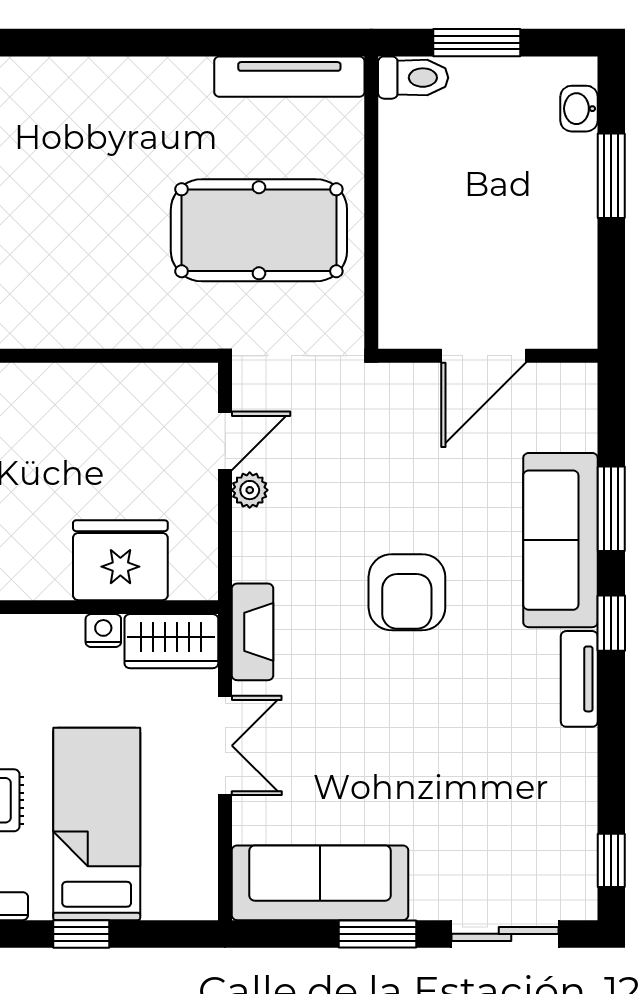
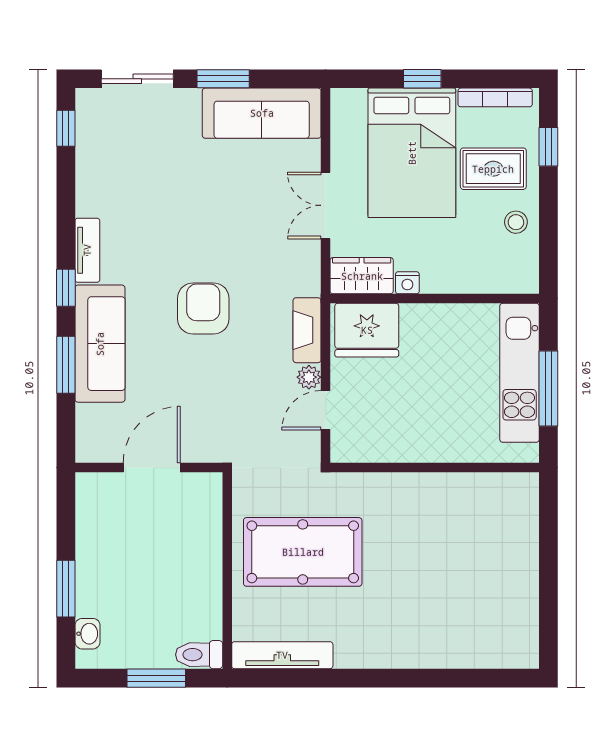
fridge: (120, 560) -> (367, 330), moved
fireplace: (253, 632) -> (307, 330), moved
bed: (97, 824) -> (412, 153), width x1.50

